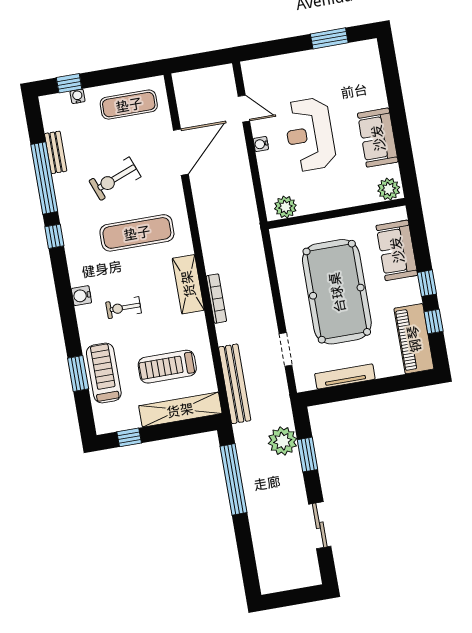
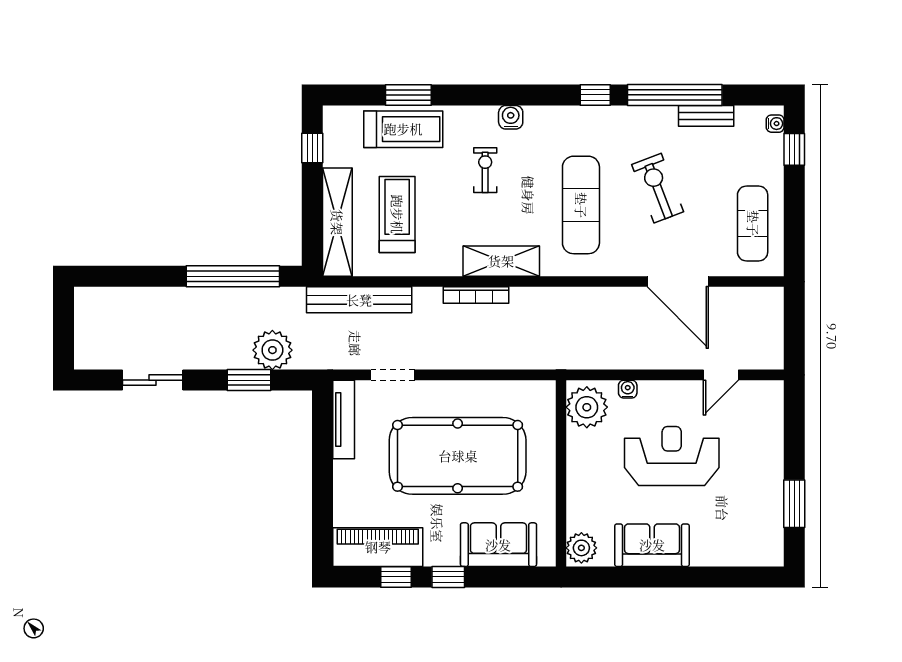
water cooler: (77, 96) -> (775, 124), moved
water cooler: (261, 144) -> (628, 389), moved
plant: (285, 207) -> (587, 407), width x1.36, depth x1.36
tv unit: (345, 376) -> (344, 420), moved

